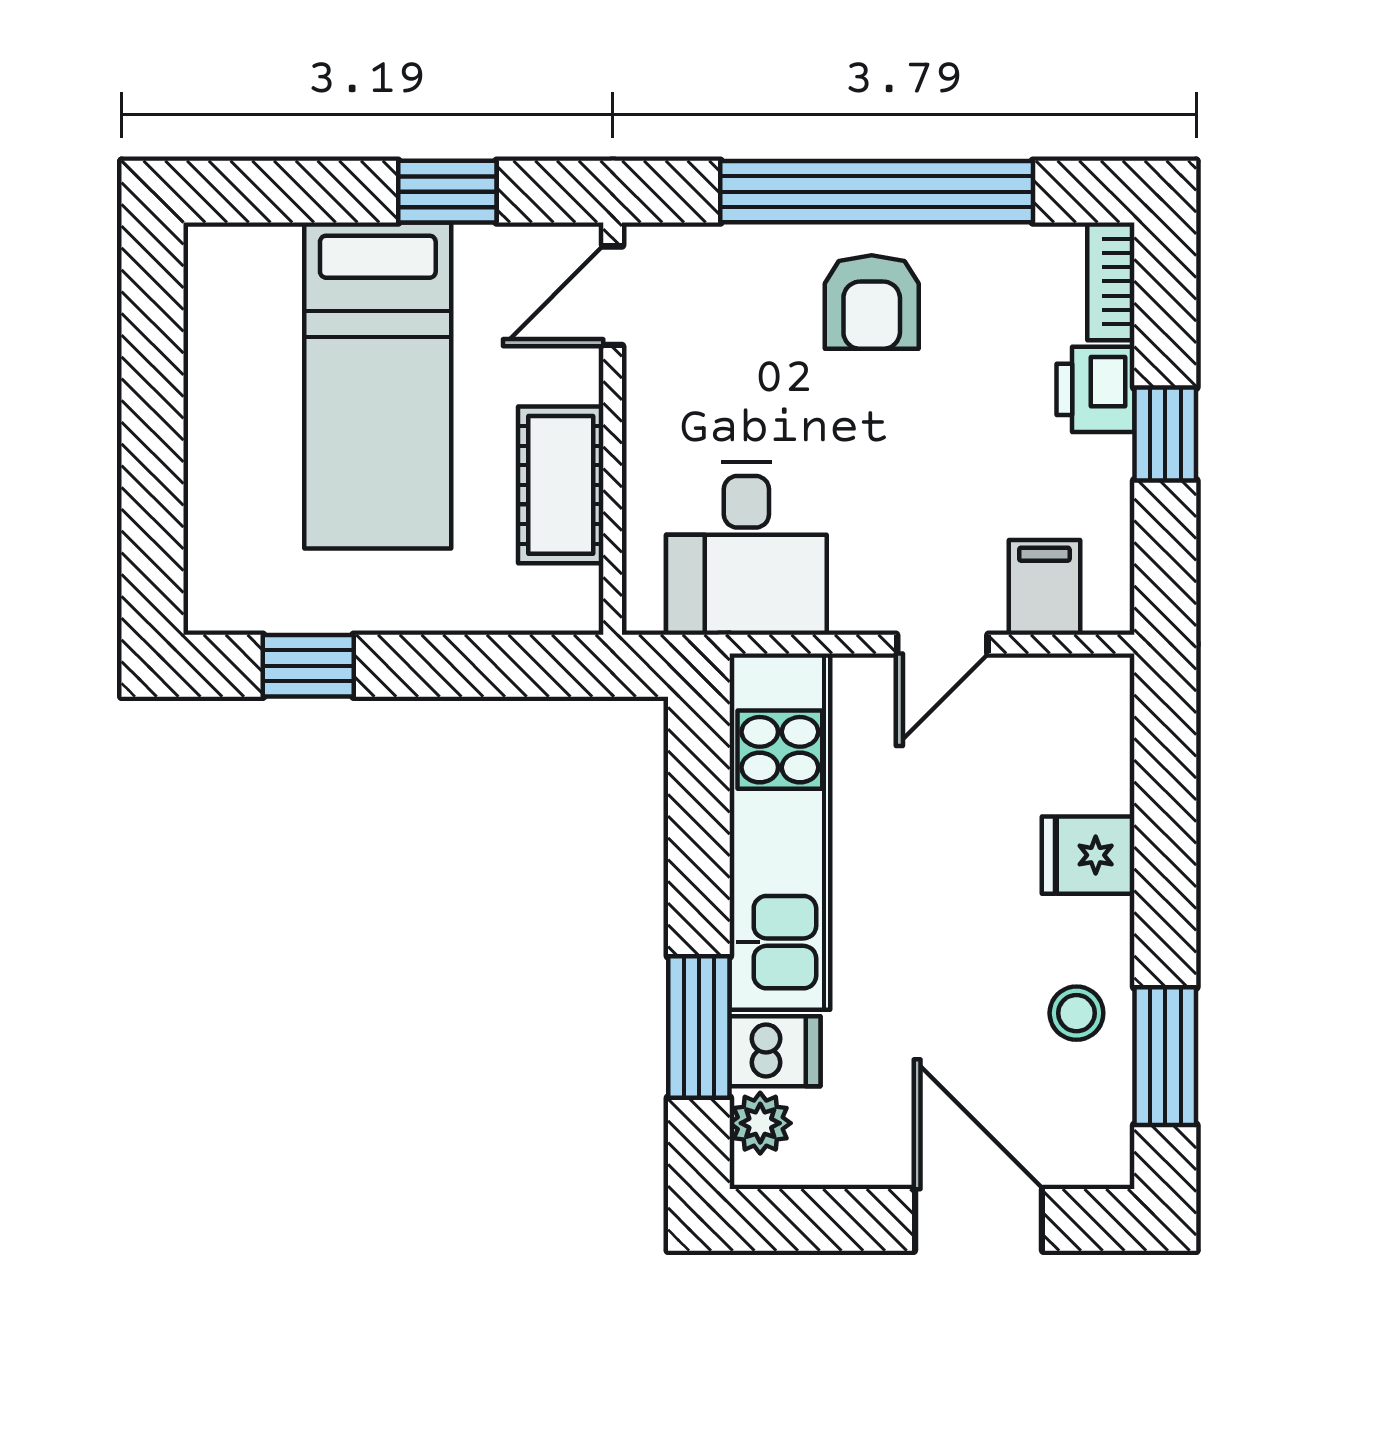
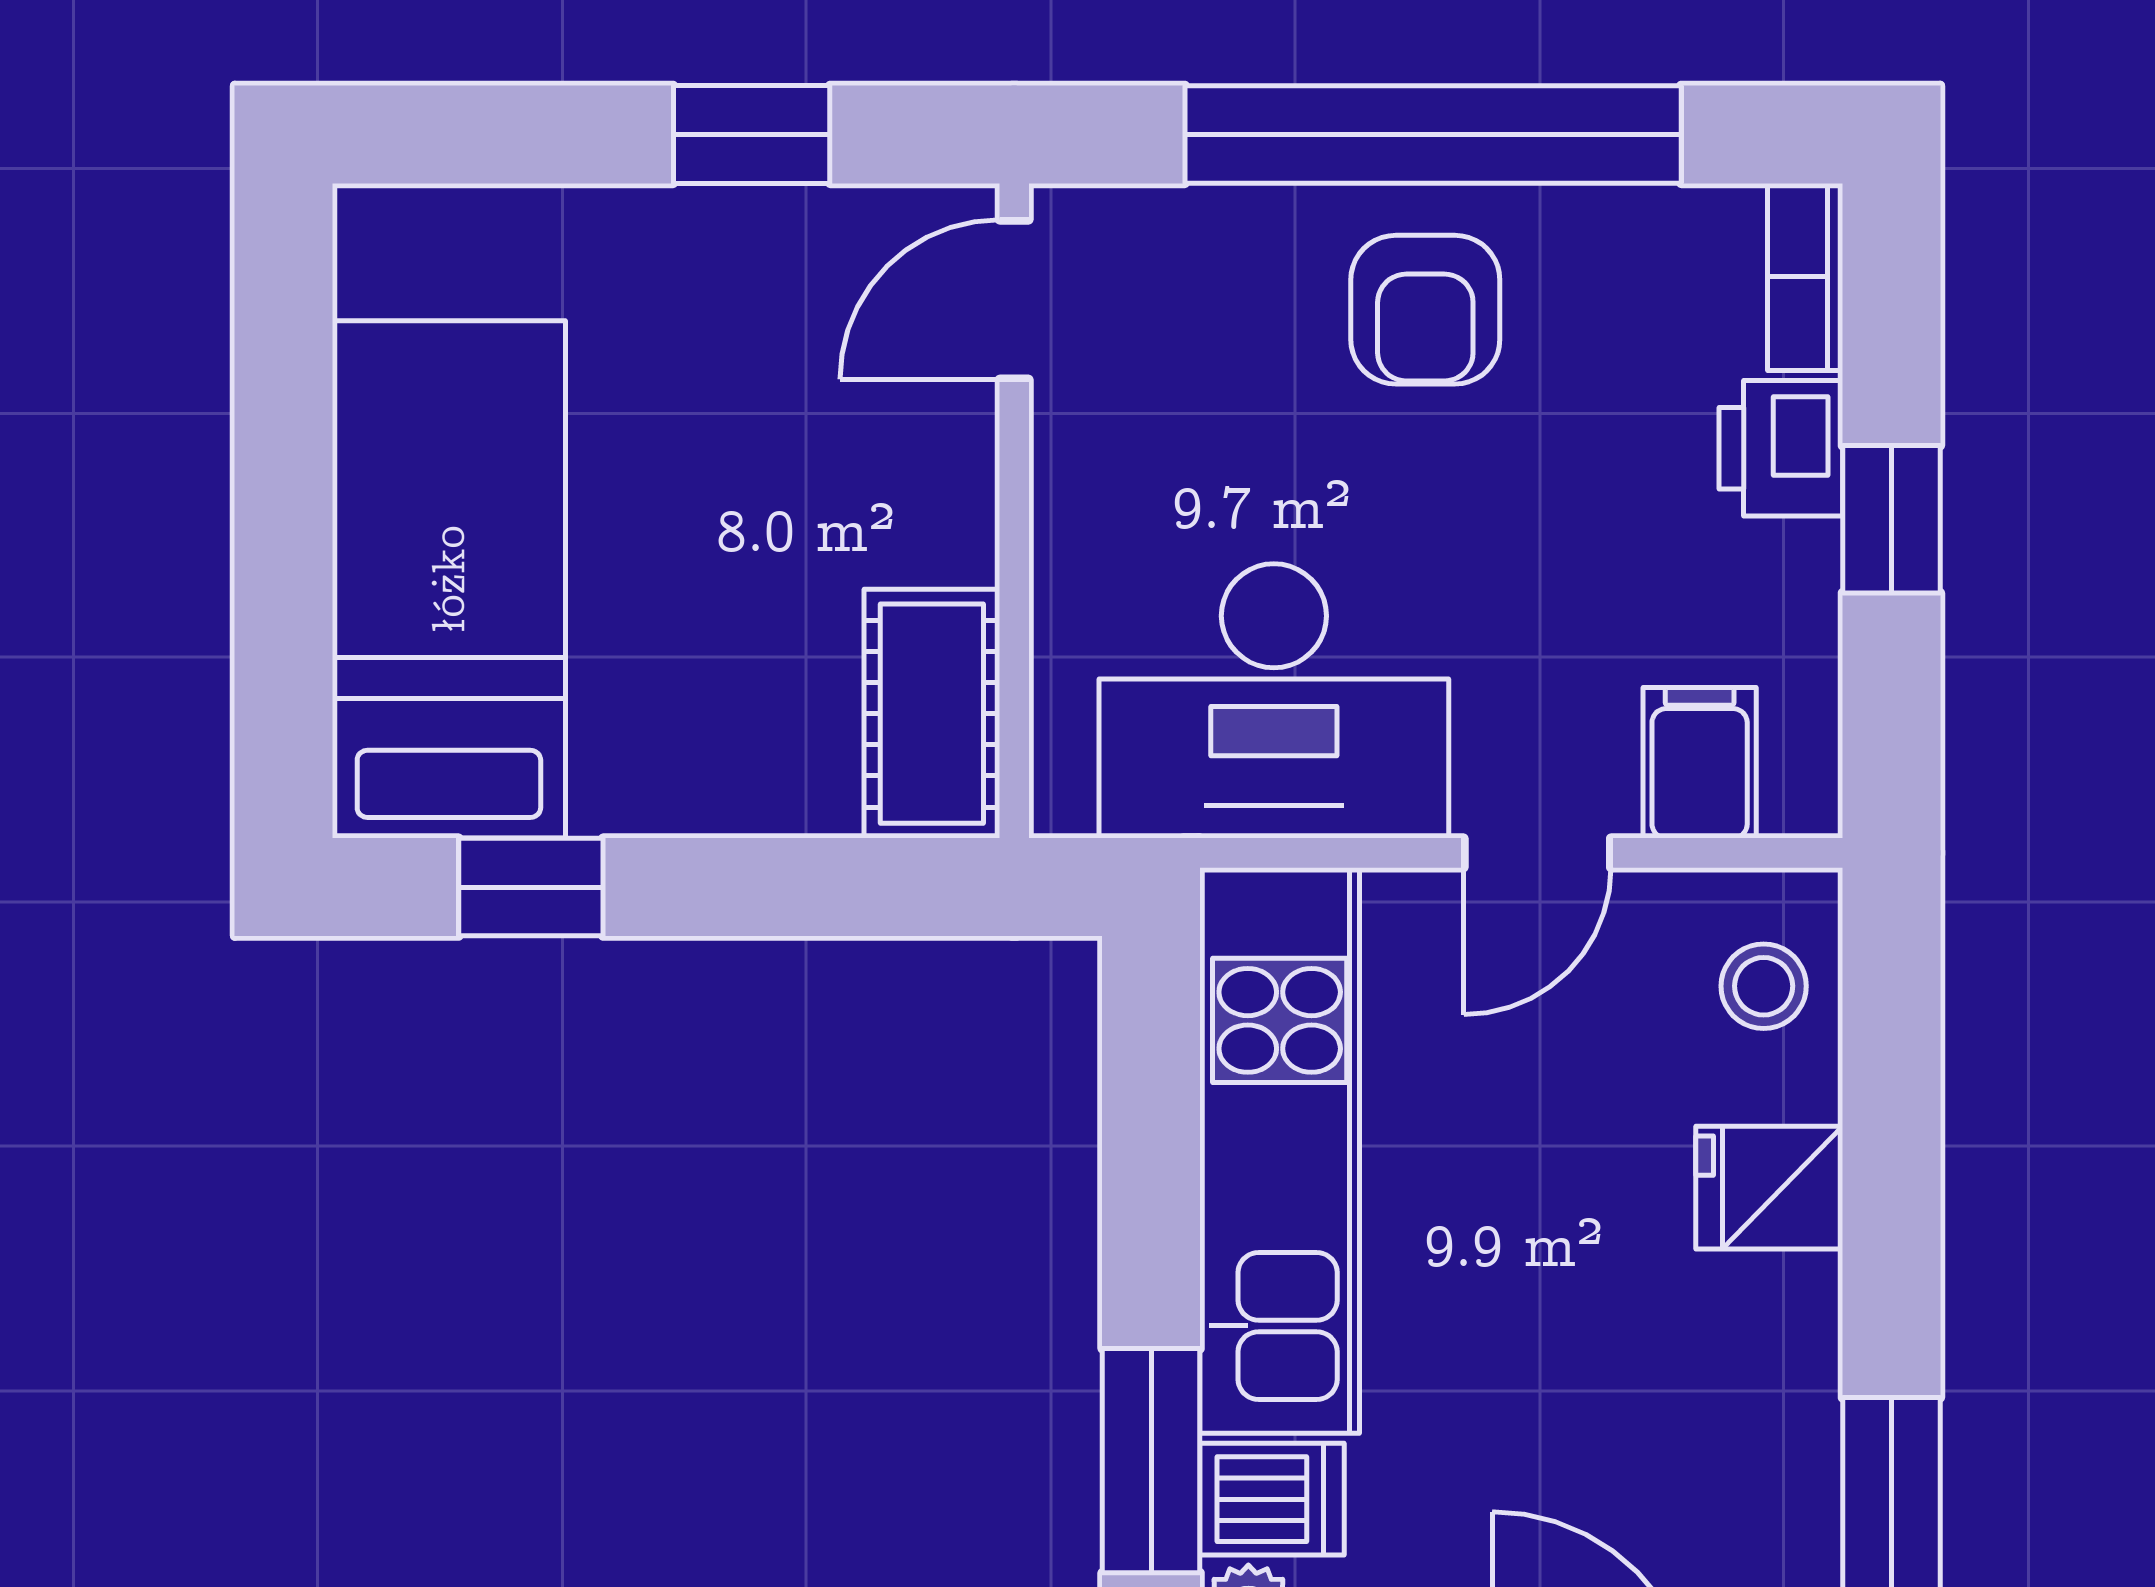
bed: (378, 386) -> (449, 579), moved, turned 180
cot: (561, 485) -> (932, 714), moved
desk: (746, 548) -> (1274, 701), width x1.37
stool: (1076, 1013) -> (1764, 986), moved

